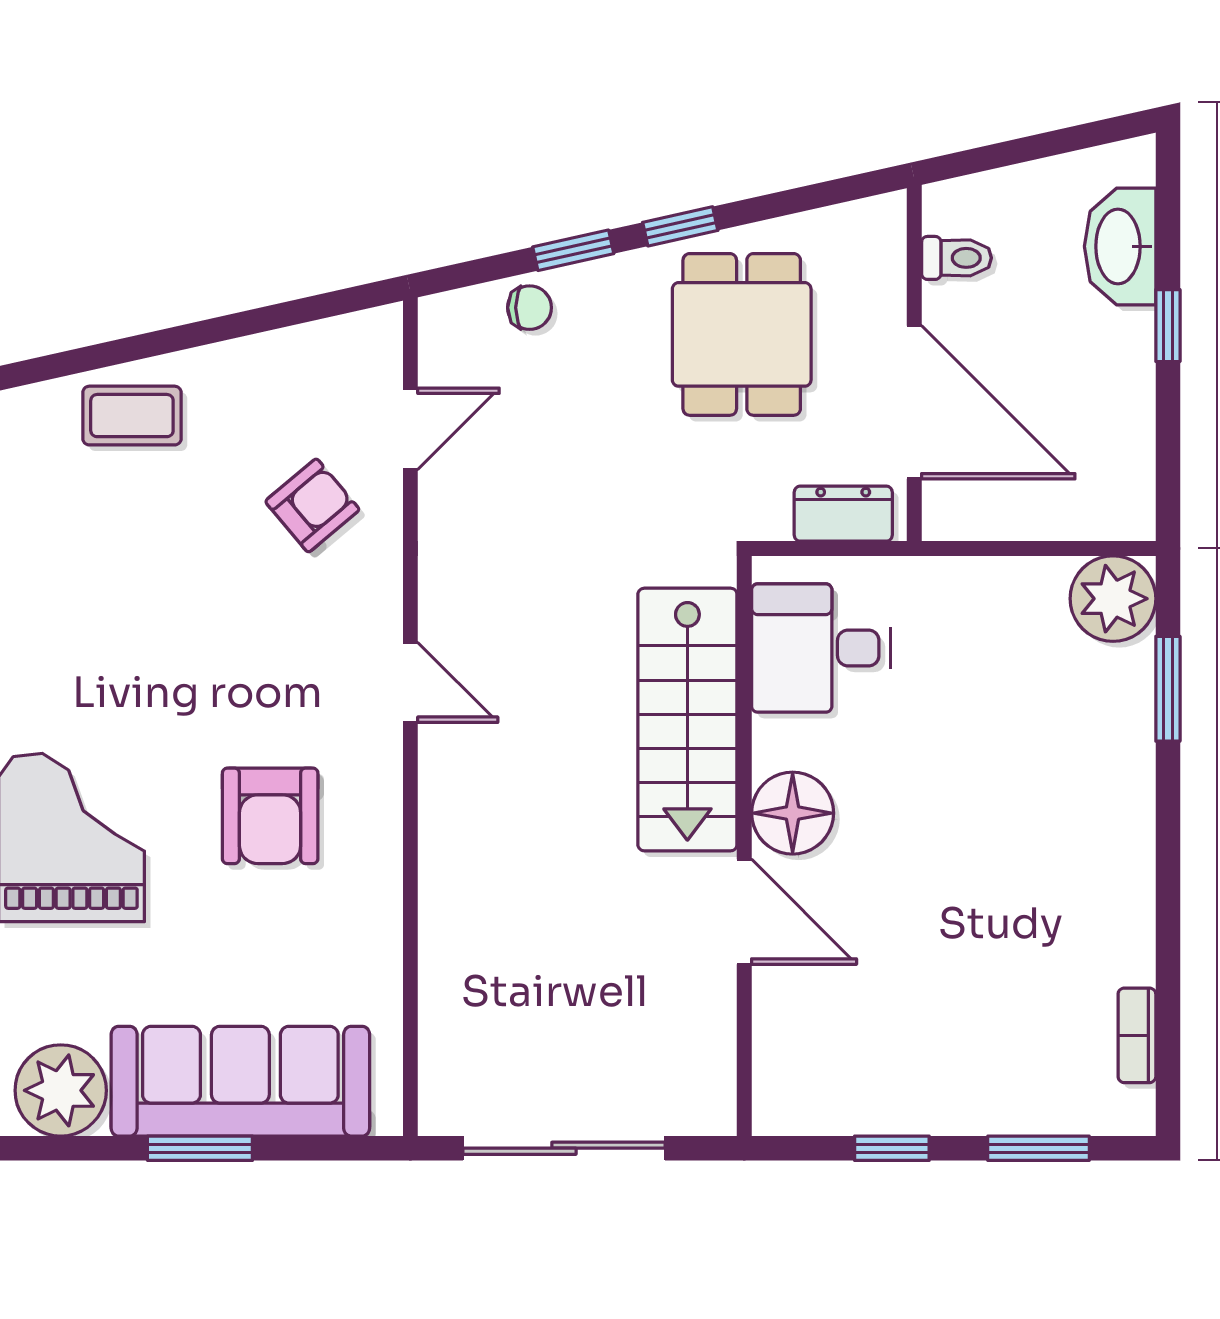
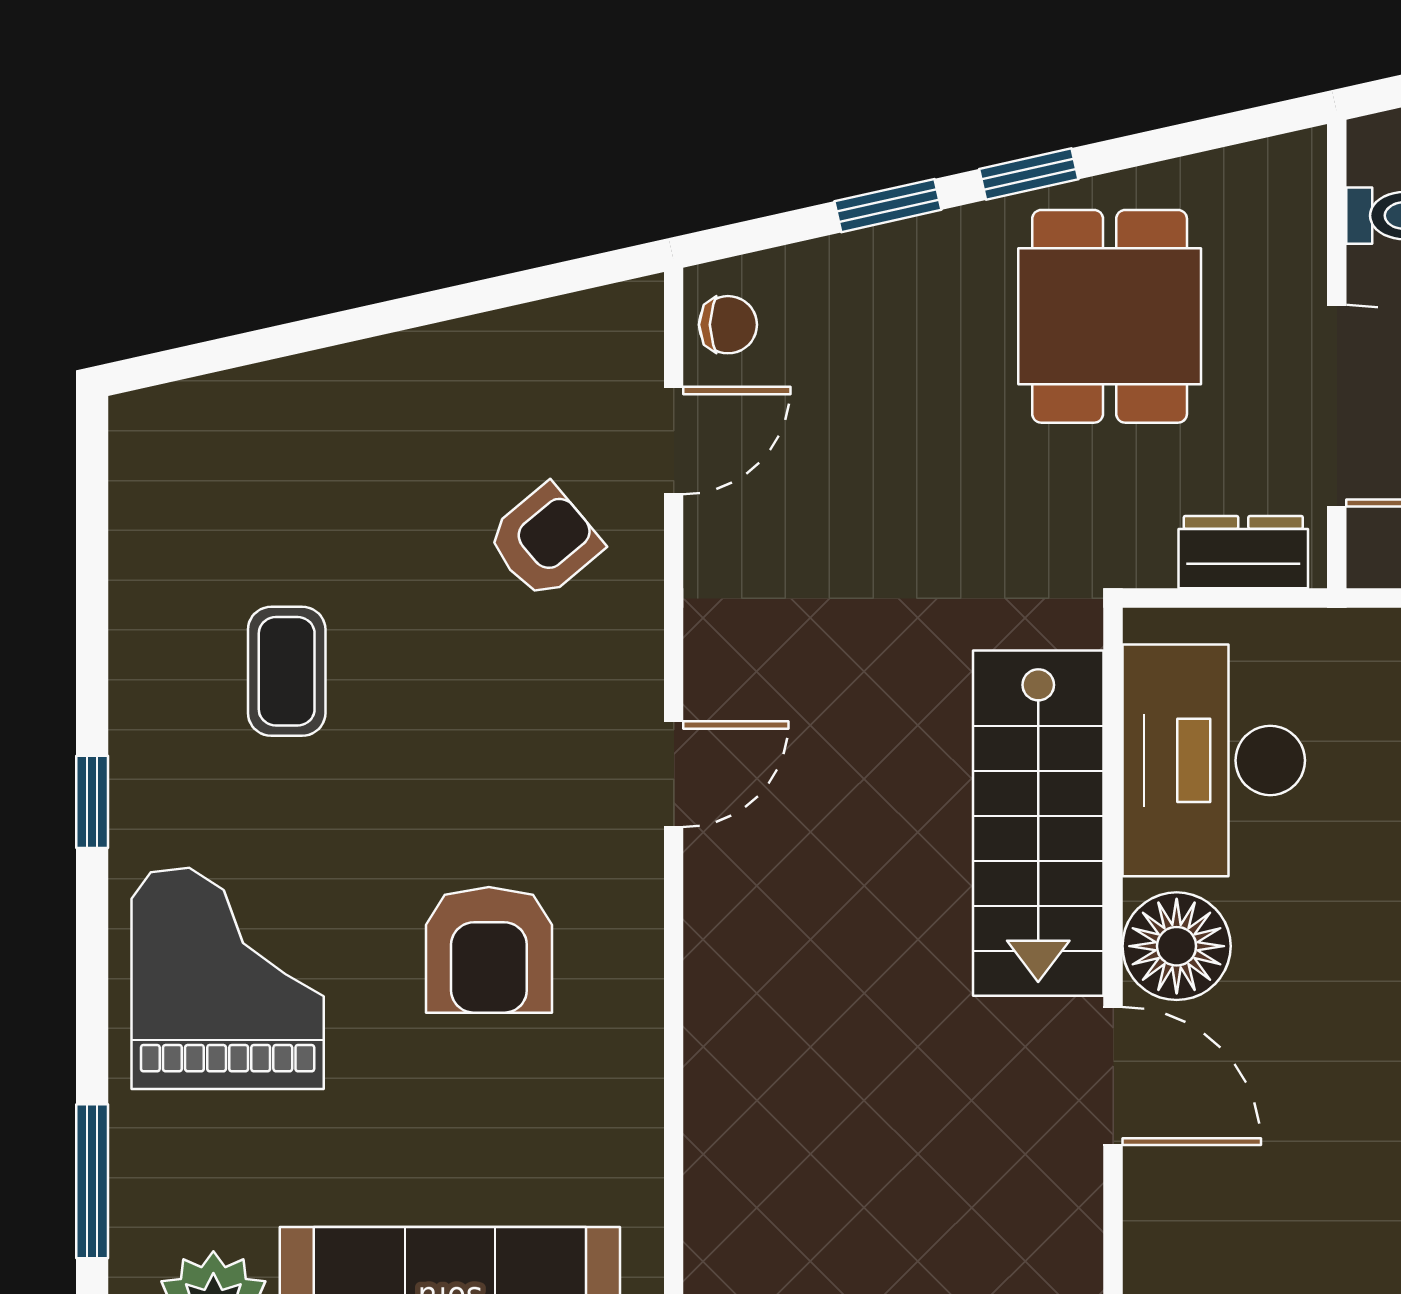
chair: (530, 308) -> (728, 325), moved
coffee table: (132, 416) -> (287, 671), moved, turned 90
desk: (821, 648) -> (1214, 760), width x1.37
door: (410, 682) -> (674, 774), hinge flipped

